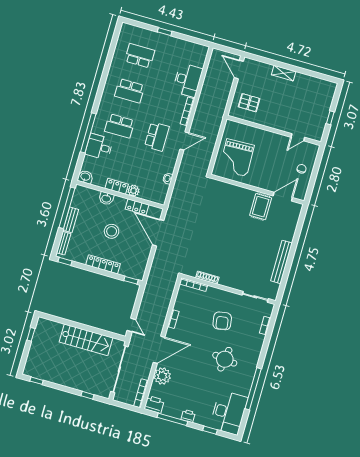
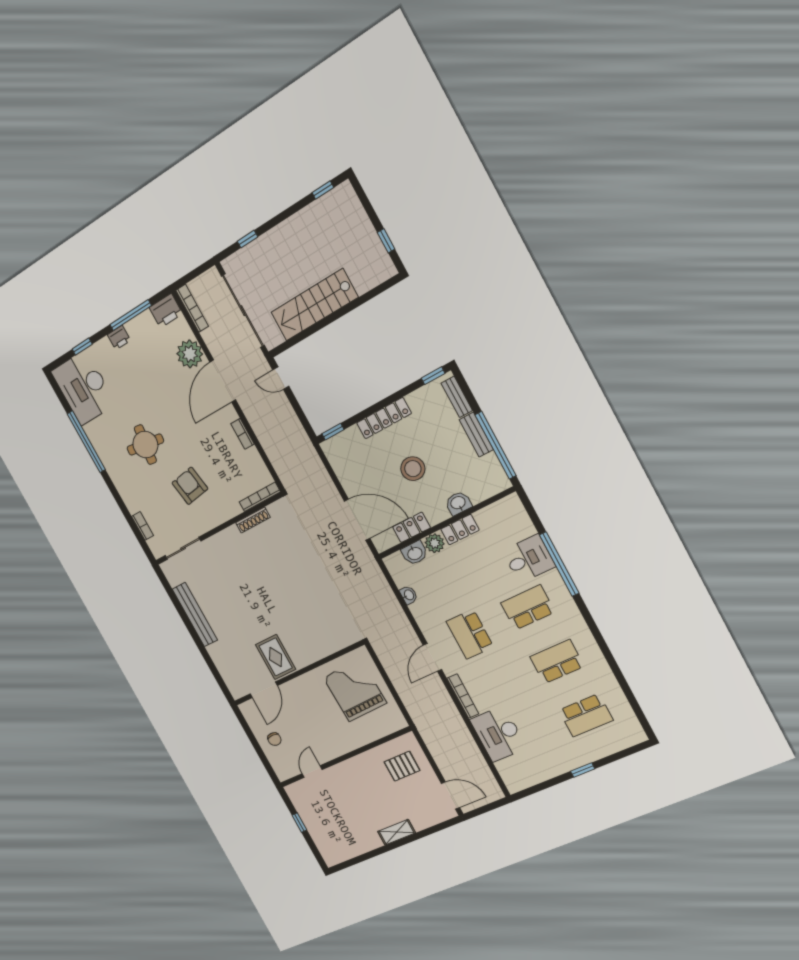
washbasin: (85, 177) -> (415, 553), moved

